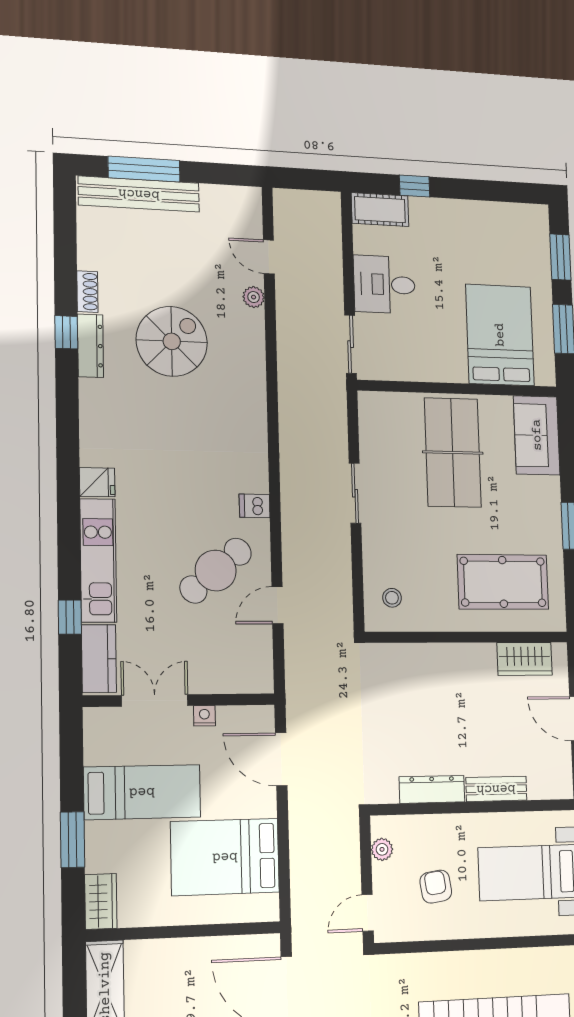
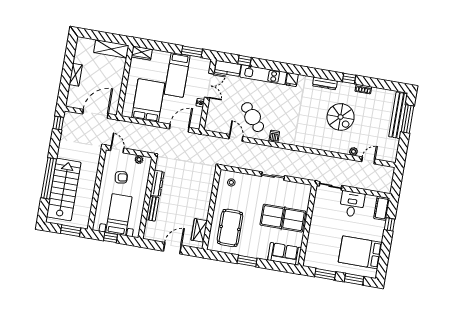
bed: (500, 335) -> (360, 252), moved, turned 180
dresser: (90, 346) -> (325, 83), moved
window: (73, 840) -> (192, 52), moved

